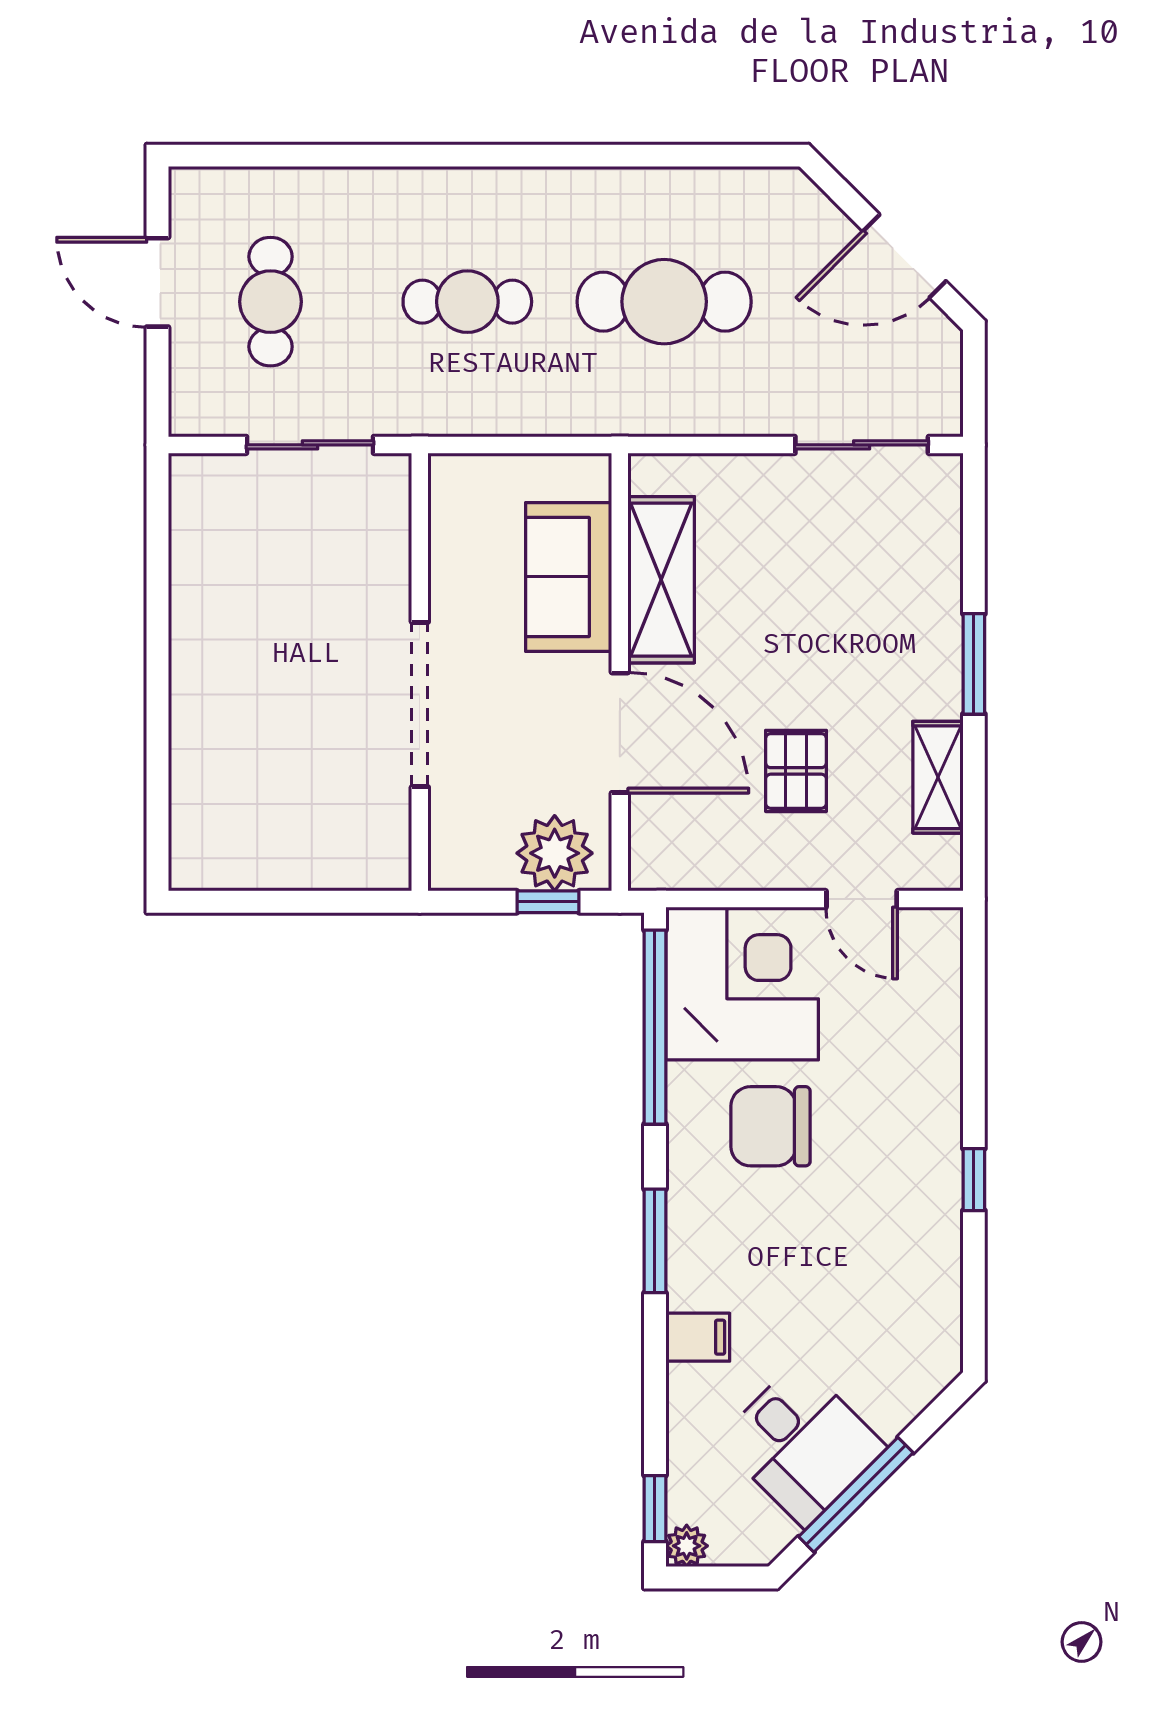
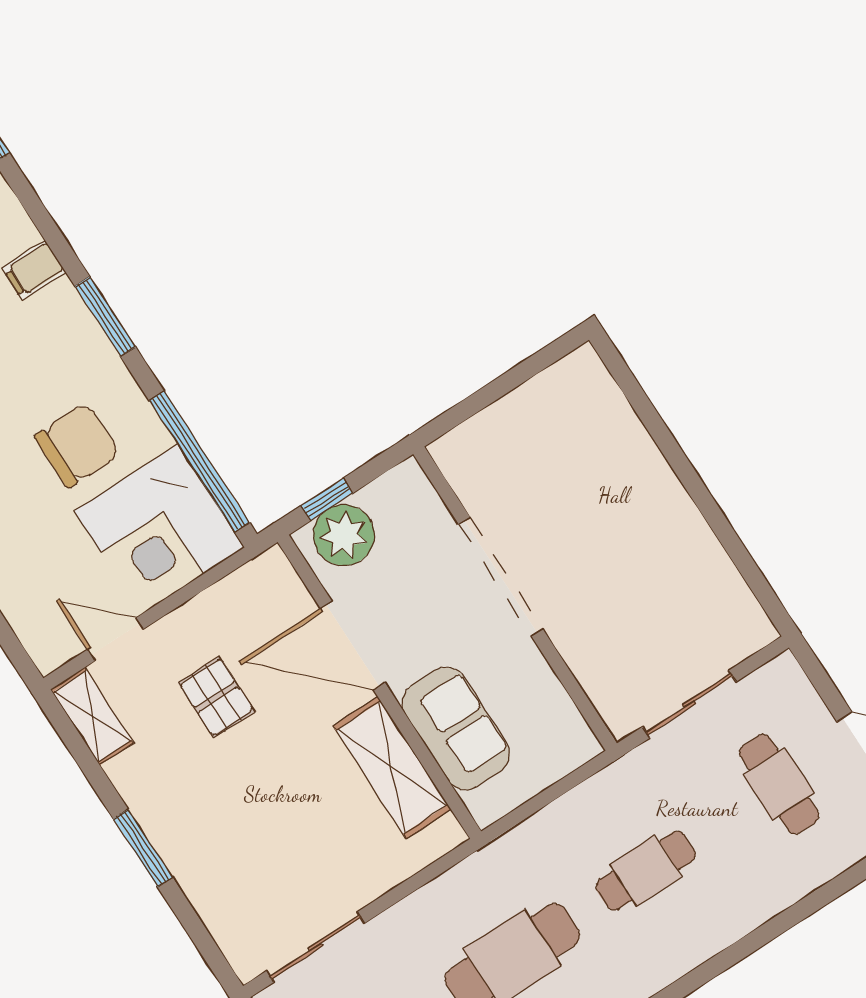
shelving: (938, 777) -> (92, 716), moved

